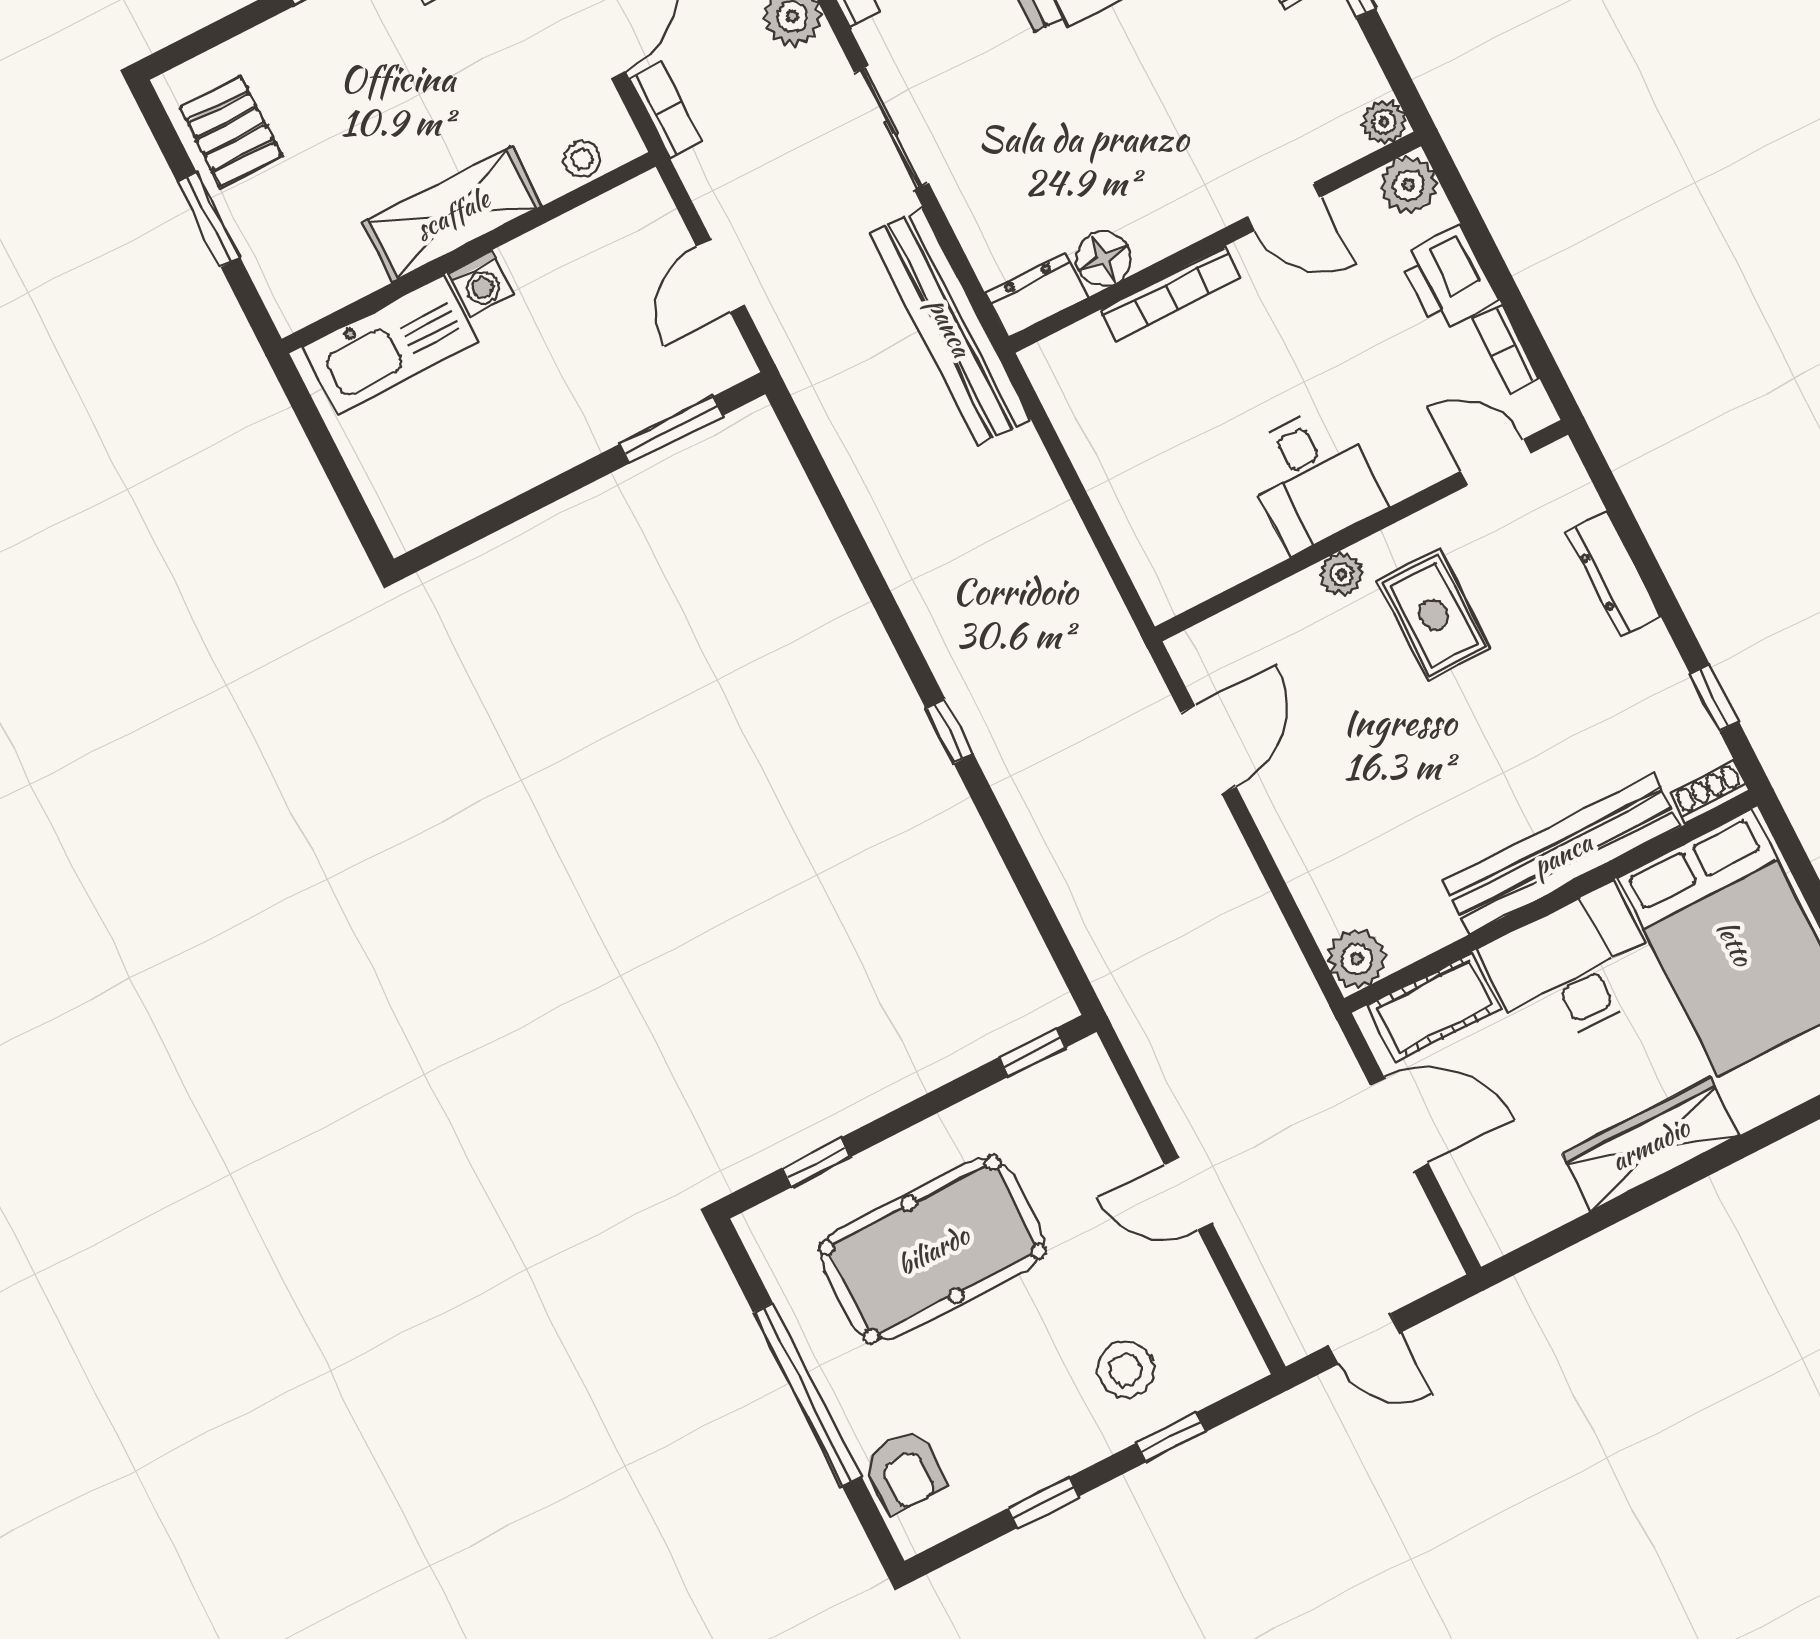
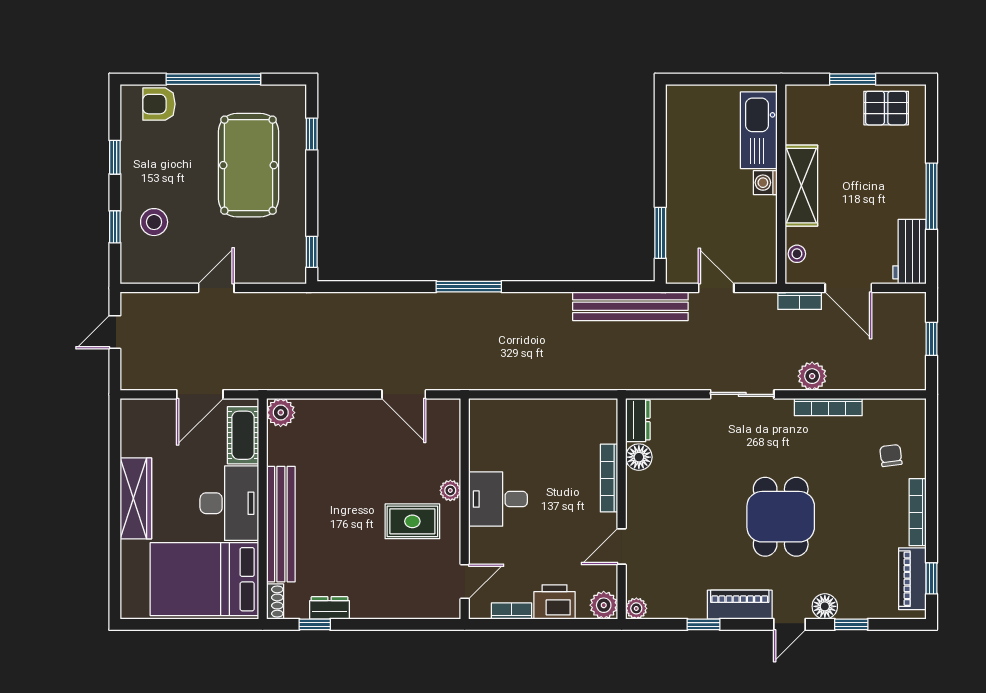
bench: (950, 327) -> (630, 306), moved
dresser: (1613, 574) -> (330, 608), moved, width x0.70
window: (949, 731) -> (469, 287), width x2.17

